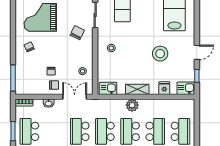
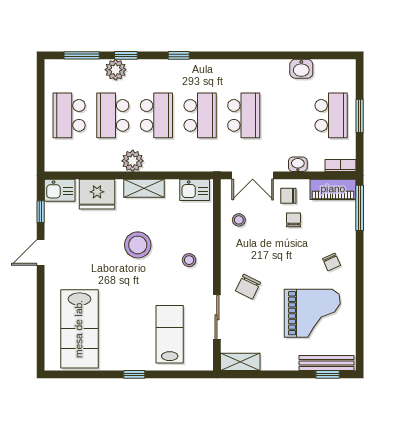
stool: (160, 54) -> (138, 245), moved
fridge: (164, 88) -> (97, 194), width x1.88, depth x1.34
piano: (28, 89) -> (333, 189), added
plant: (132, 105) -> (133, 161), moved

